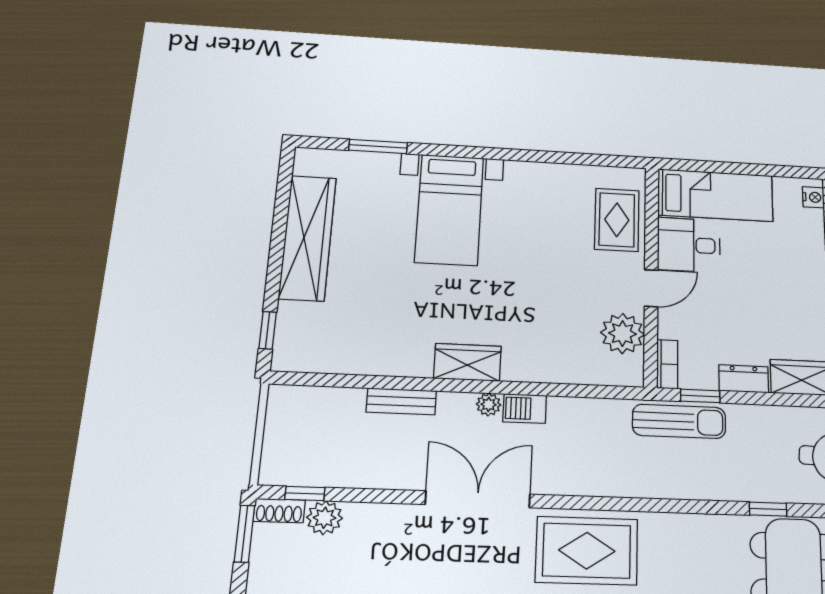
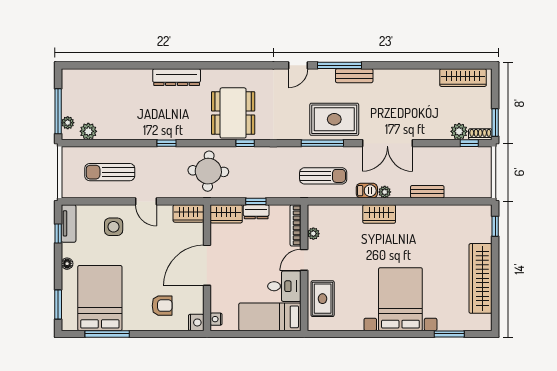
bed with nightstands: (449, 209) -> (400, 299), width x1.36
plant: (623, 334) -> (313, 234), width x0.53, depth x0.53
wardrobe: (467, 362) -> (379, 214), moved
bookcase: (667, 364) -> (296, 225), width x1.56
window: (700, 396) -> (256, 201), moved
sun lounger: (679, 421) -> (323, 176), moved, turned 180
window: (612, 504) -> (322, 143), added

